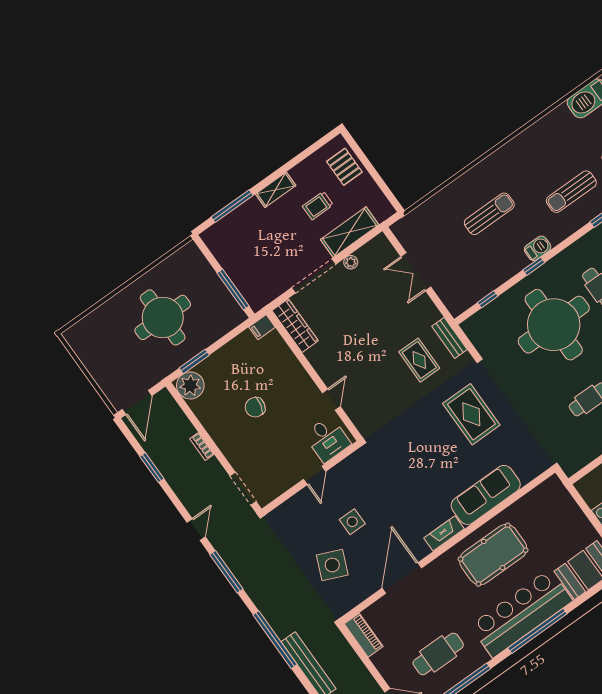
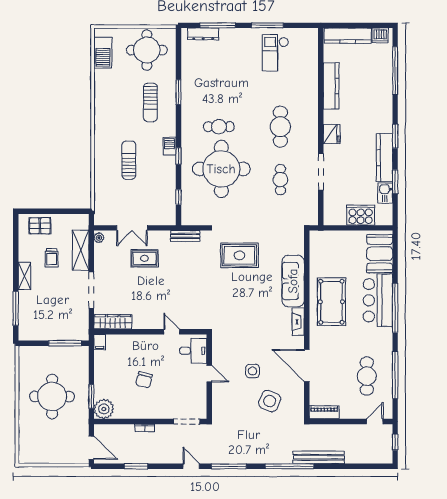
plant: (351, 262) -> (99, 238), moved
rug: (419, 360) -> (144, 258), moved
bar counter: (521, 613) -> (378, 300), width x0.73

